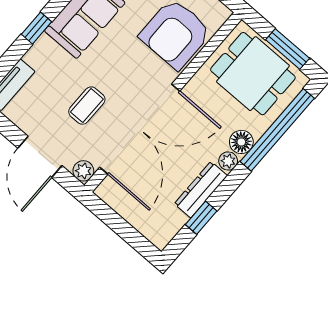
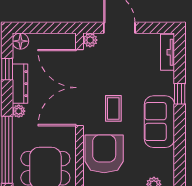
coffee table: (87, 106) -> (113, 108), moved
floor lamp: (241, 142) -> (20, 41), moved

